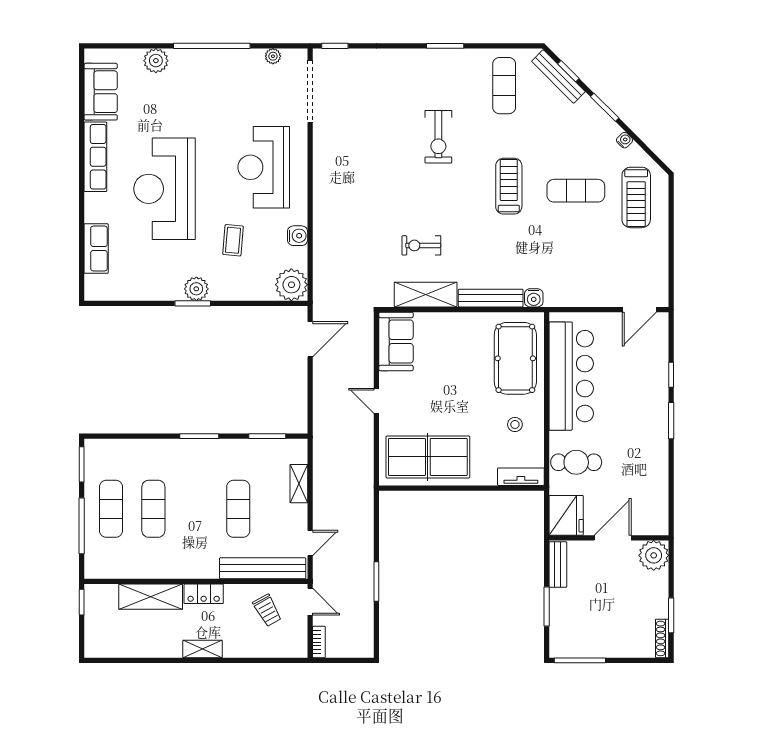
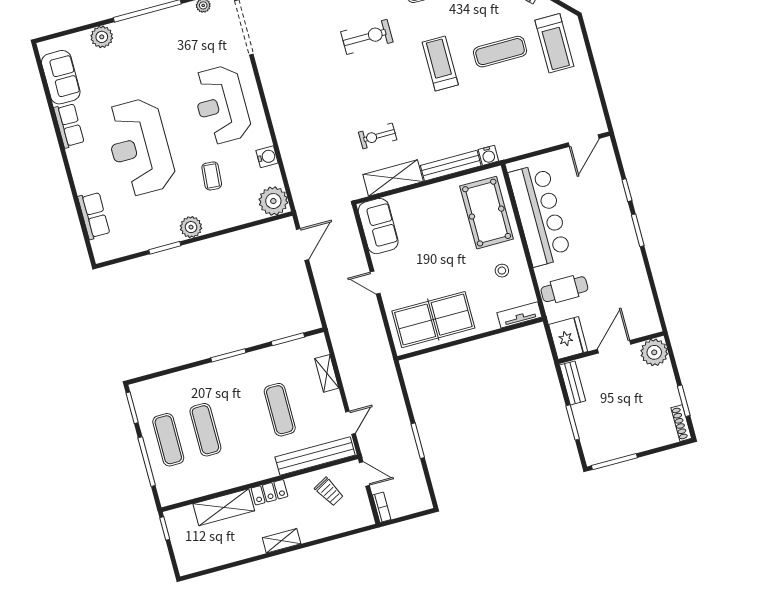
exercise bike: (438, 137) -> (367, 37), turned -90
row of seats: (95, 157) -> (69, 125), width x0.68
window: (193, 303) -> (165, 248), moved

